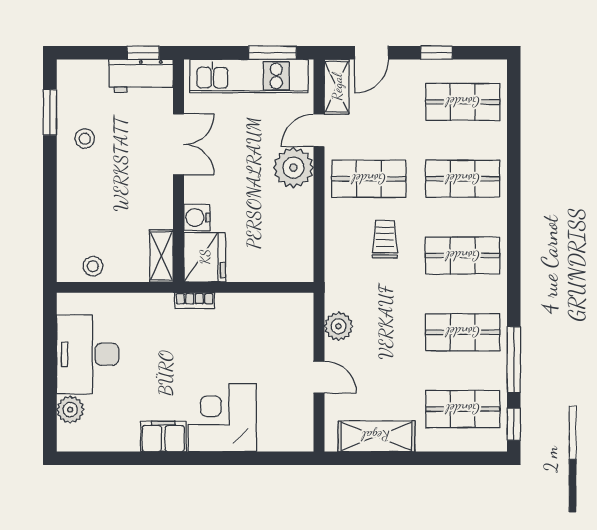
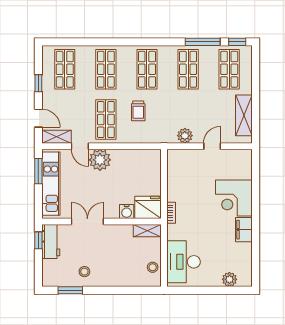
trolley: (385, 239) -> (138, 111), turned -90
desk: (88, 354) -> (183, 262), moved, turned 90

